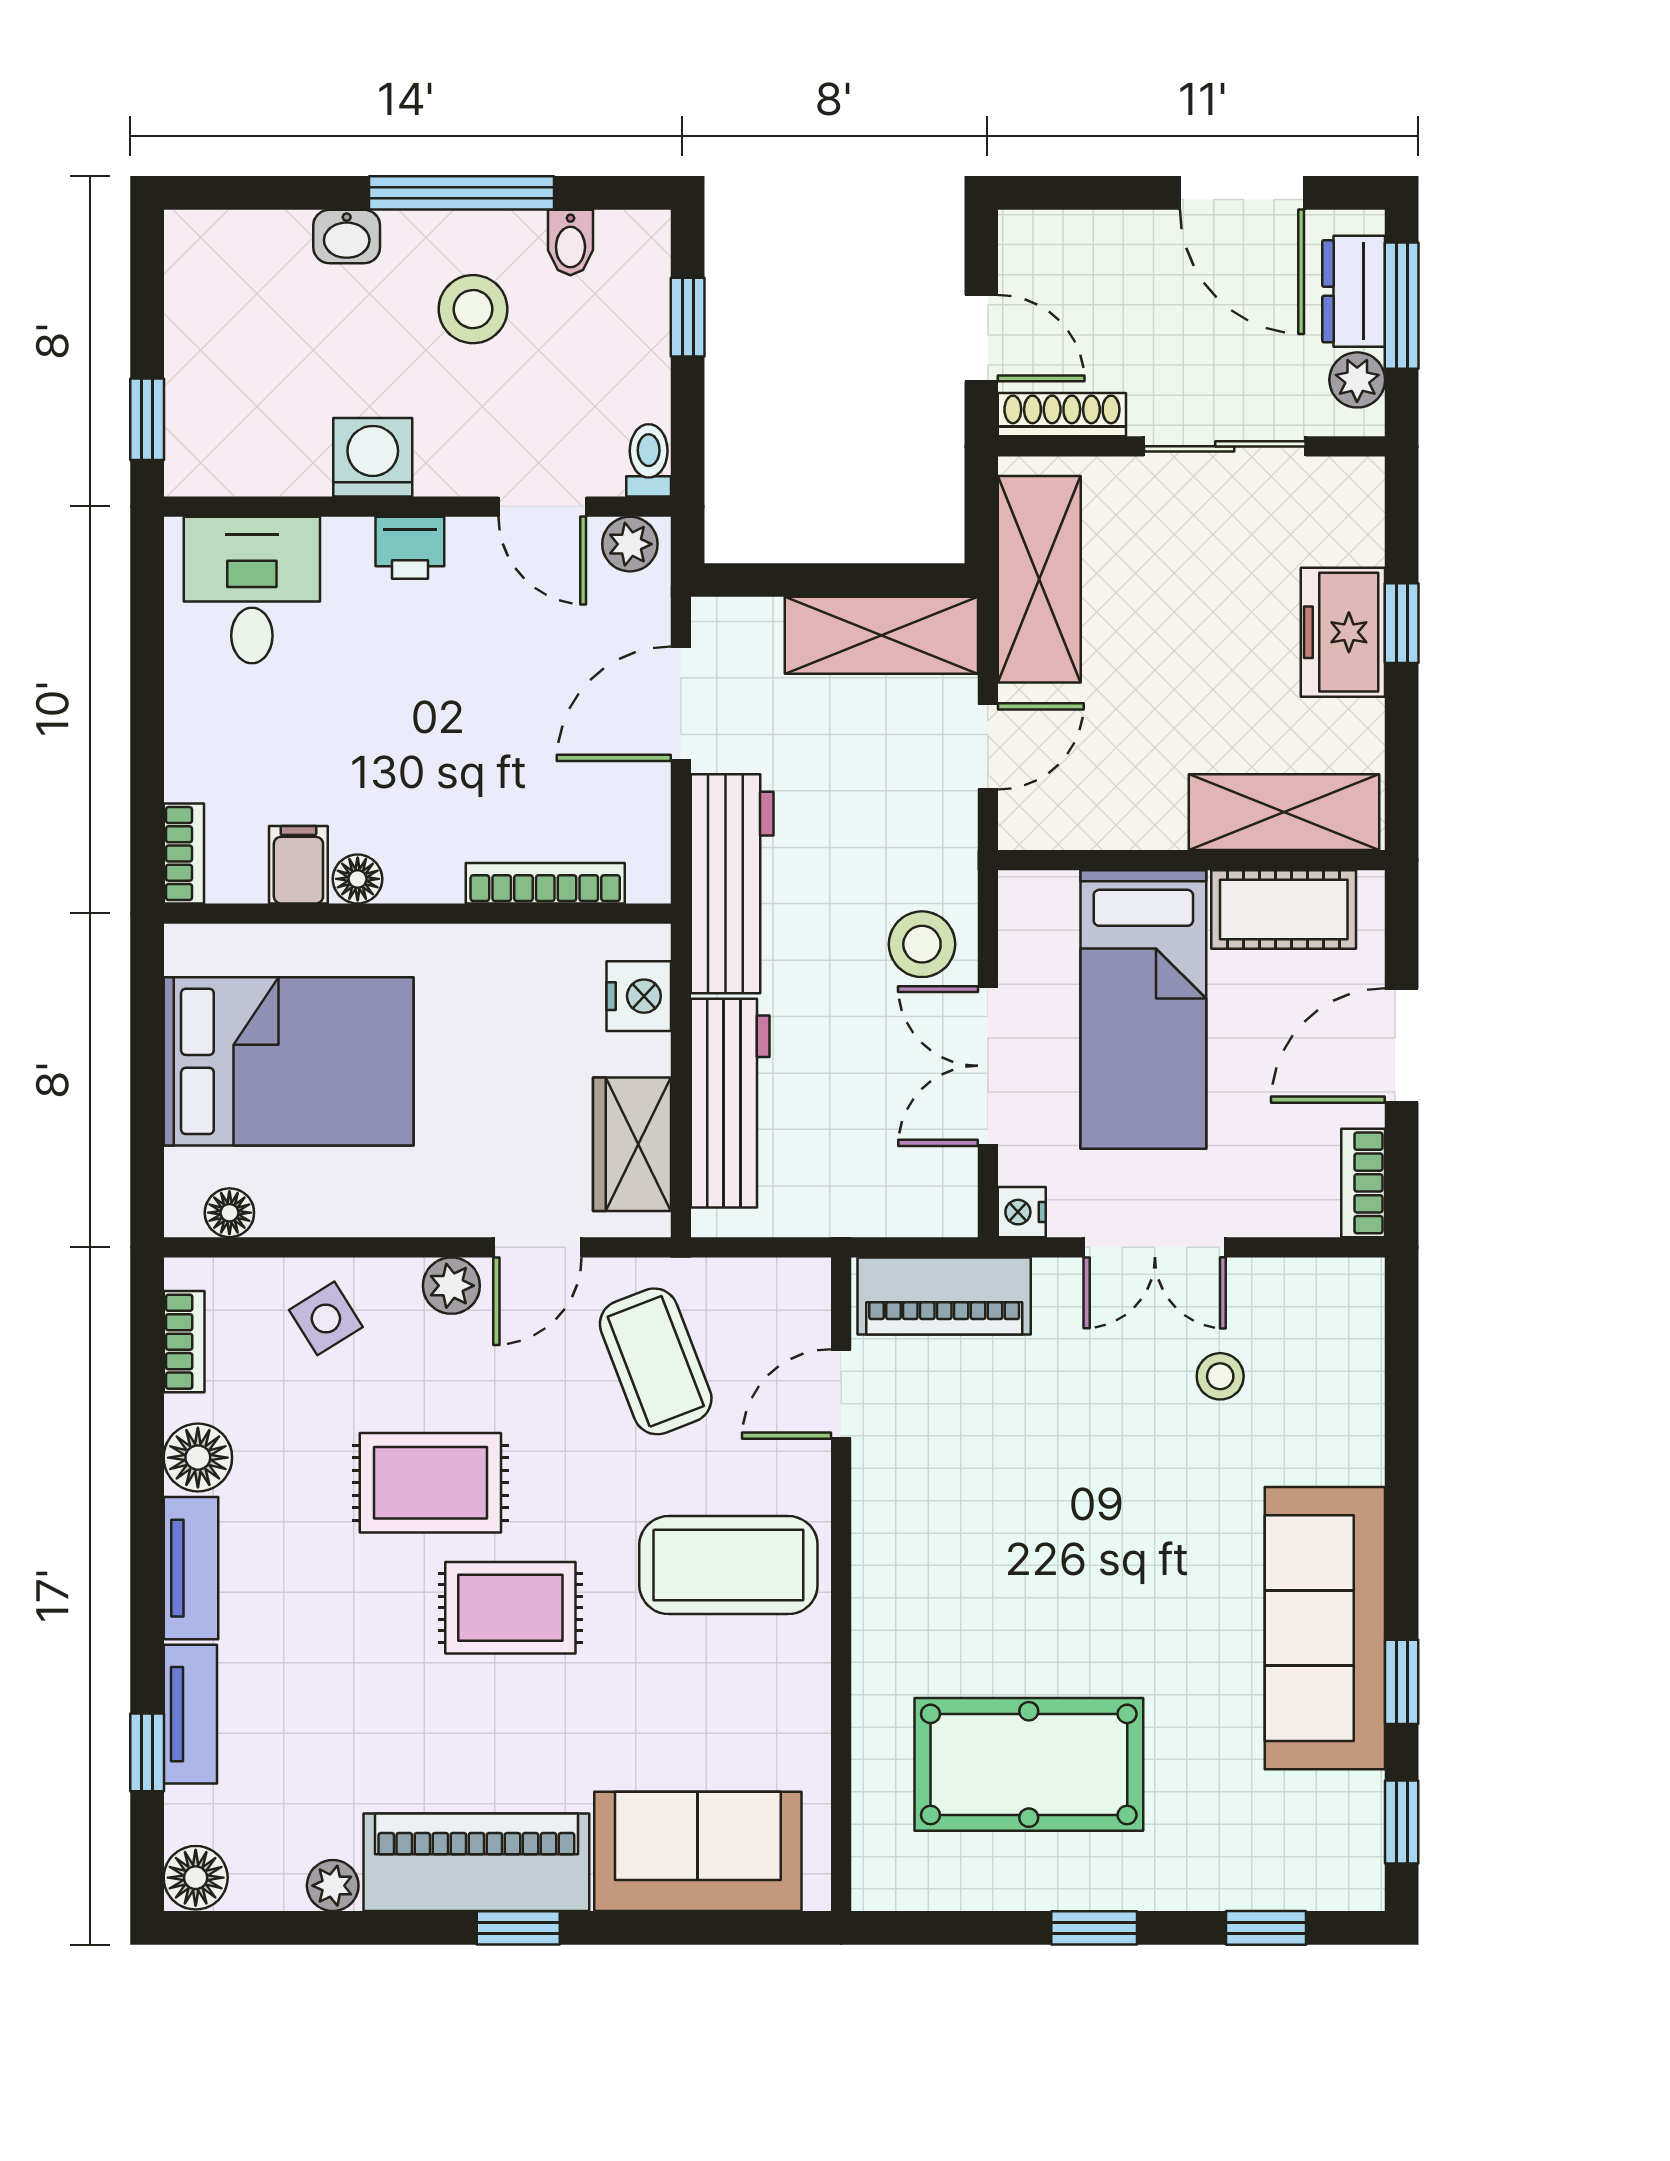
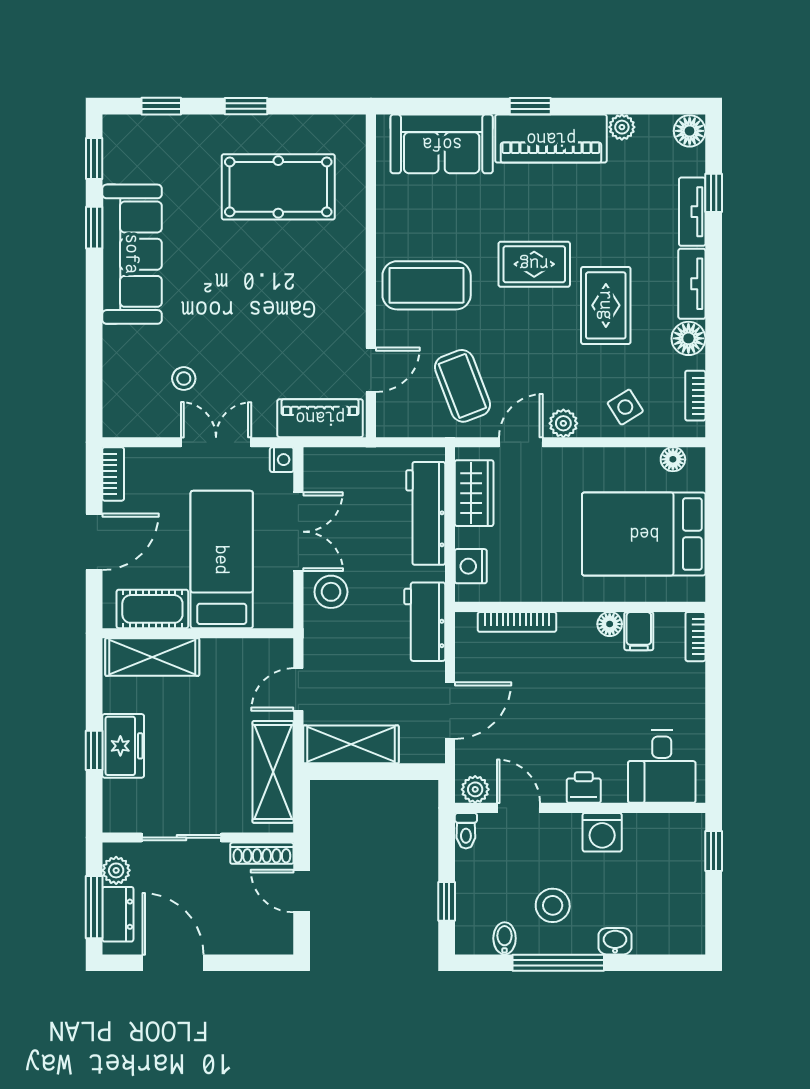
workbench: (732, 884) -> (425, 622), width x0.73
rug: (430, 1483) -> (606, 305), moved, turned 90

